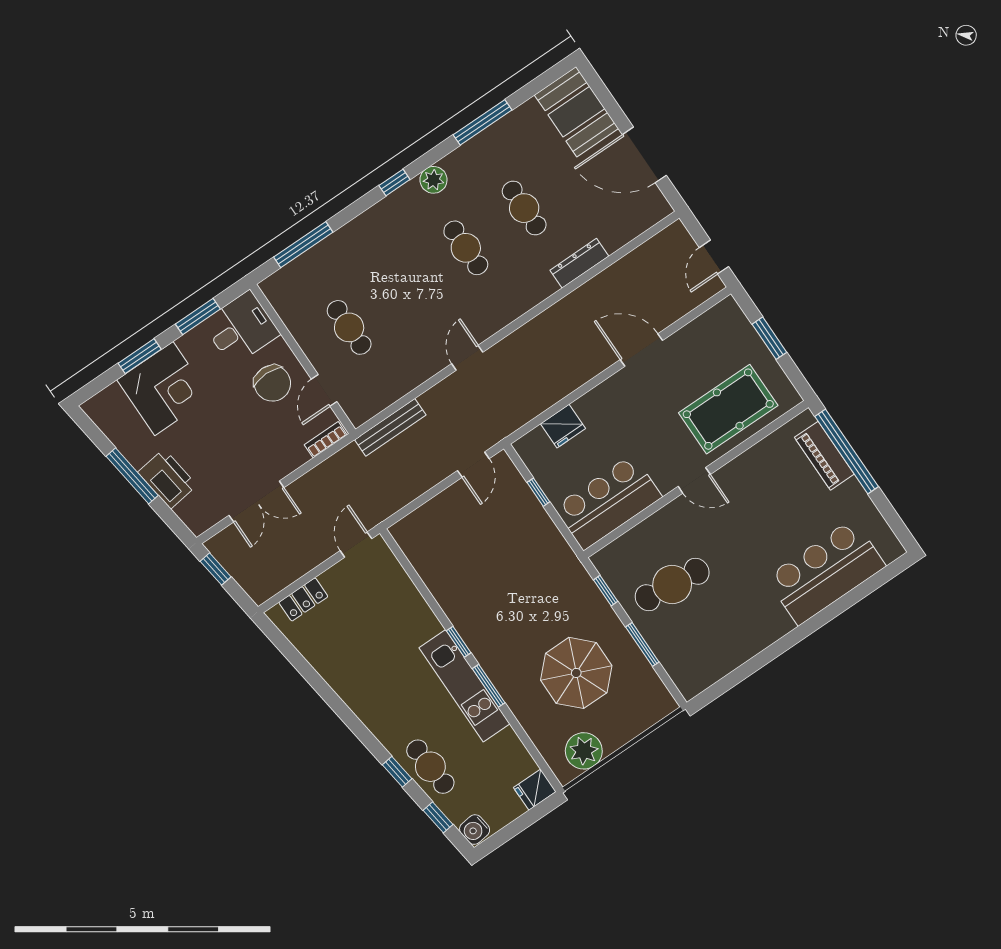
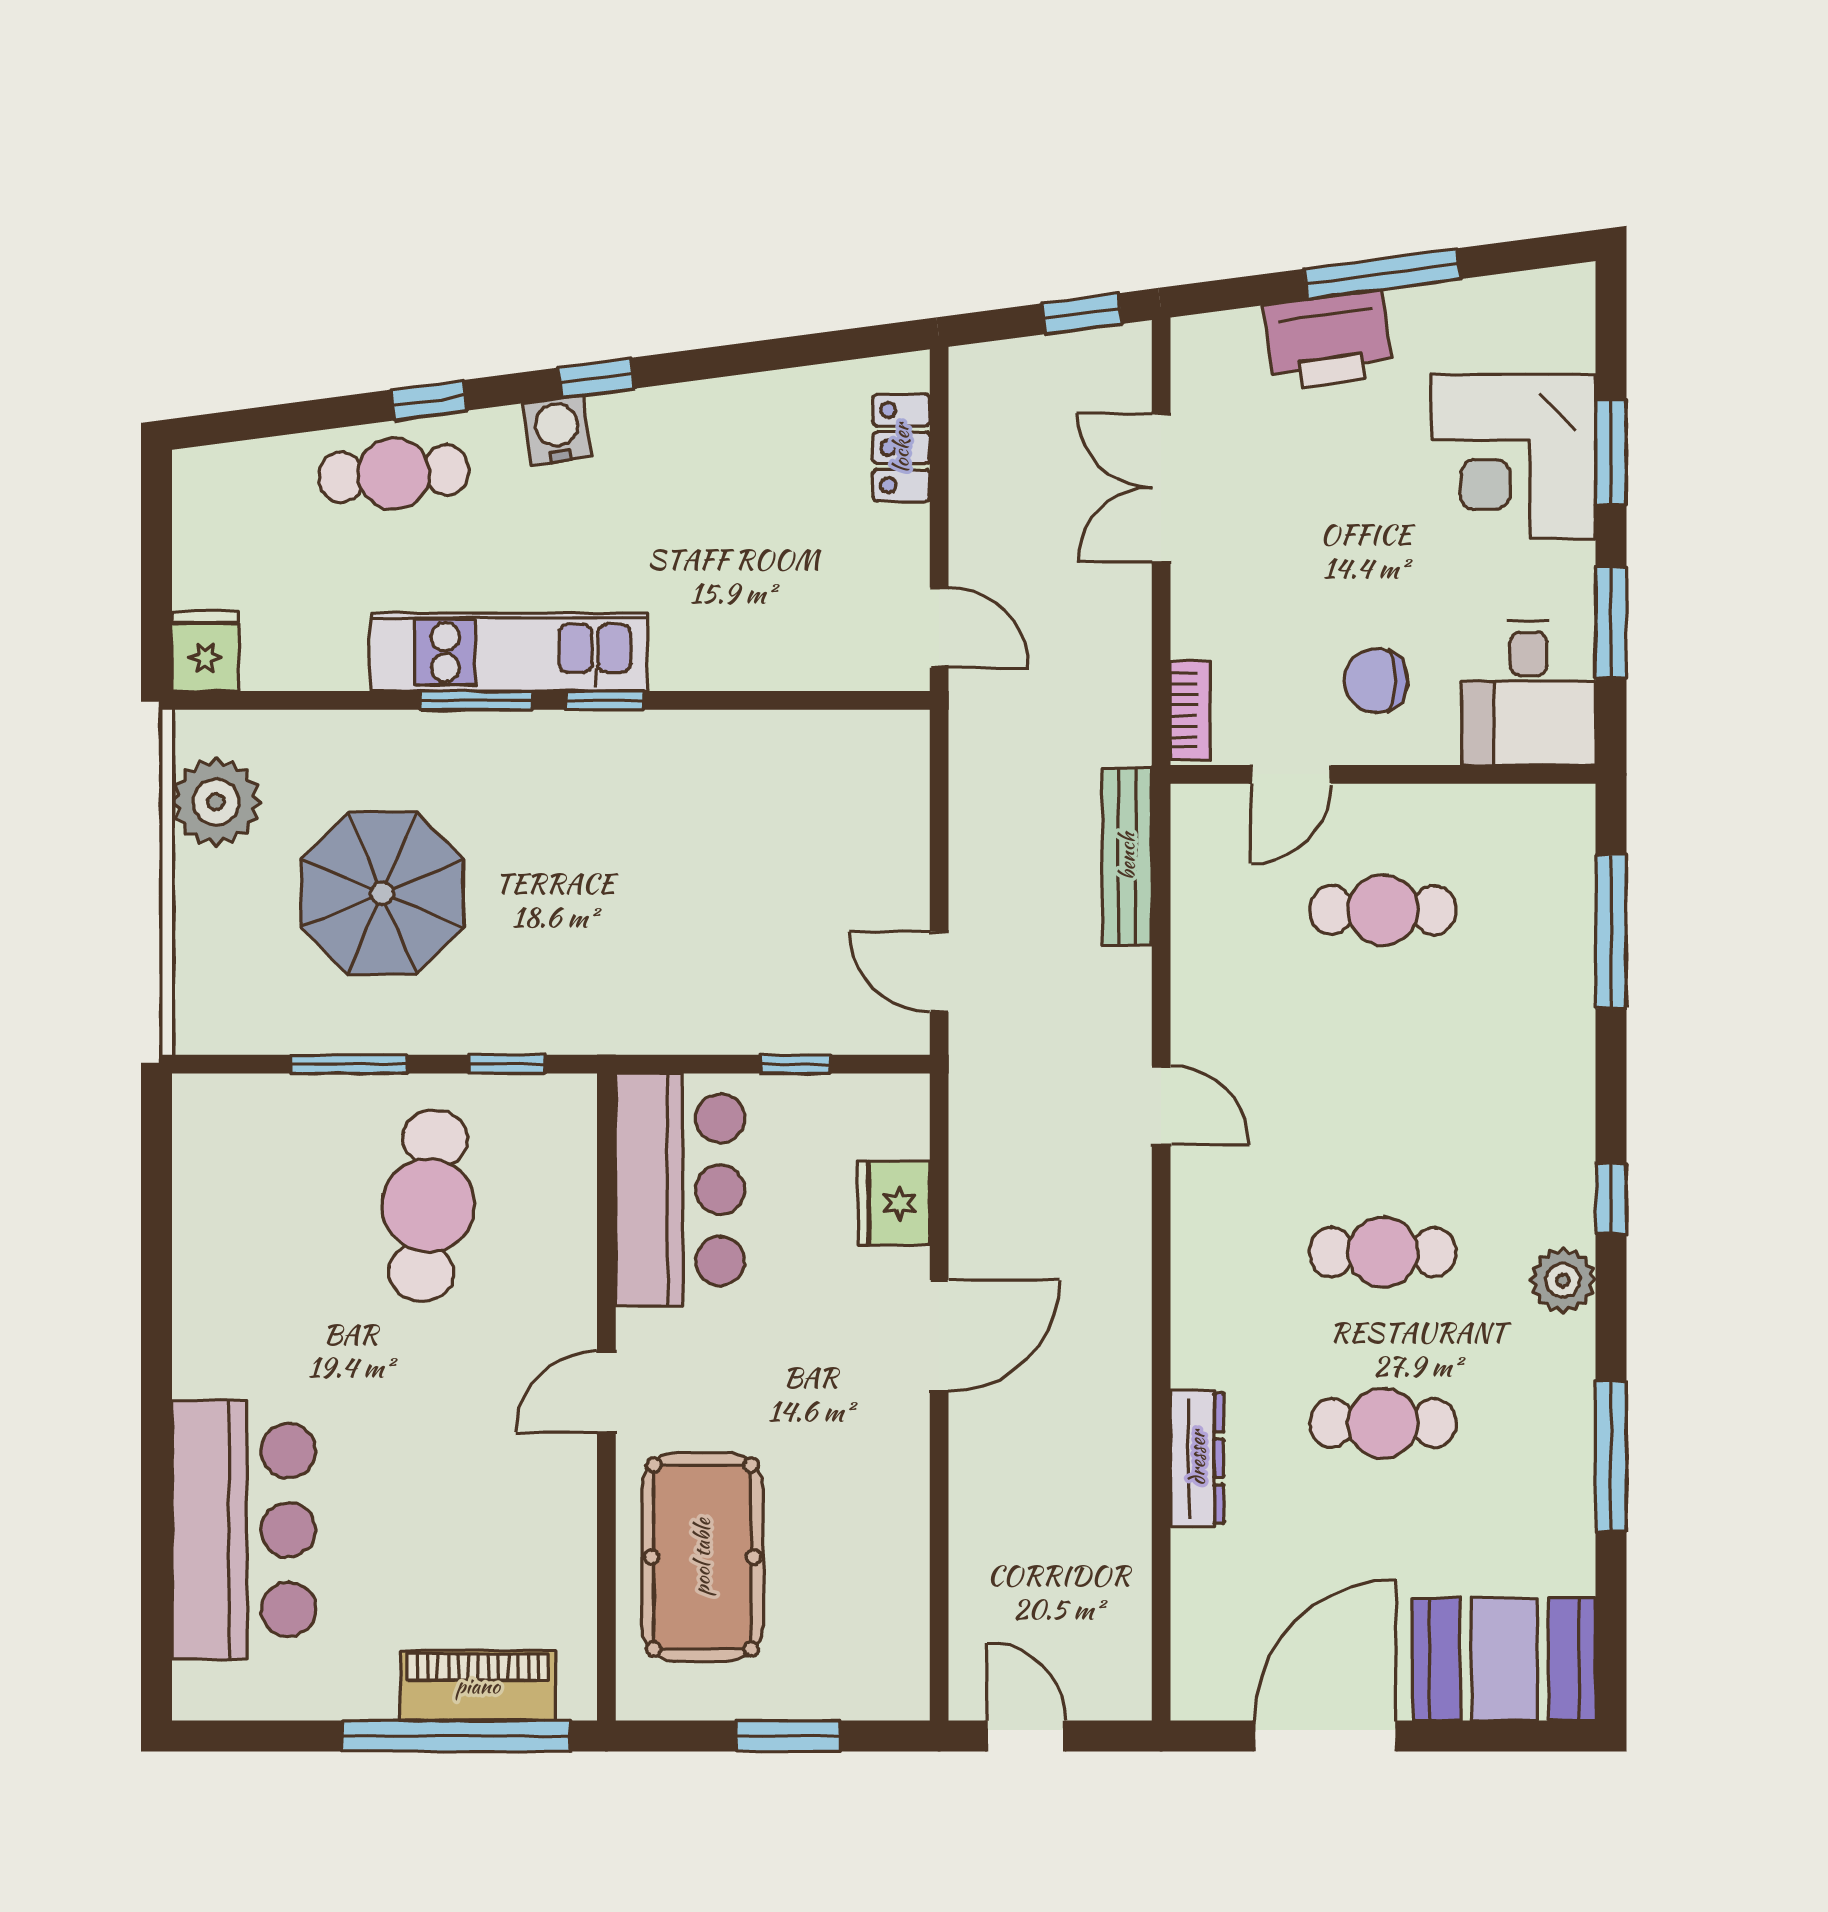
door: (641, 350) -> (939, 1336), moved
chair: (272, 383) -> (1376, 681), width x0.73, depth x0.73
door: (324, 390) -> (1291, 774), swing flipped
window: (438, 817) -> (596, 378), moved
water cooler: (475, 830) -> (557, 430), moved

